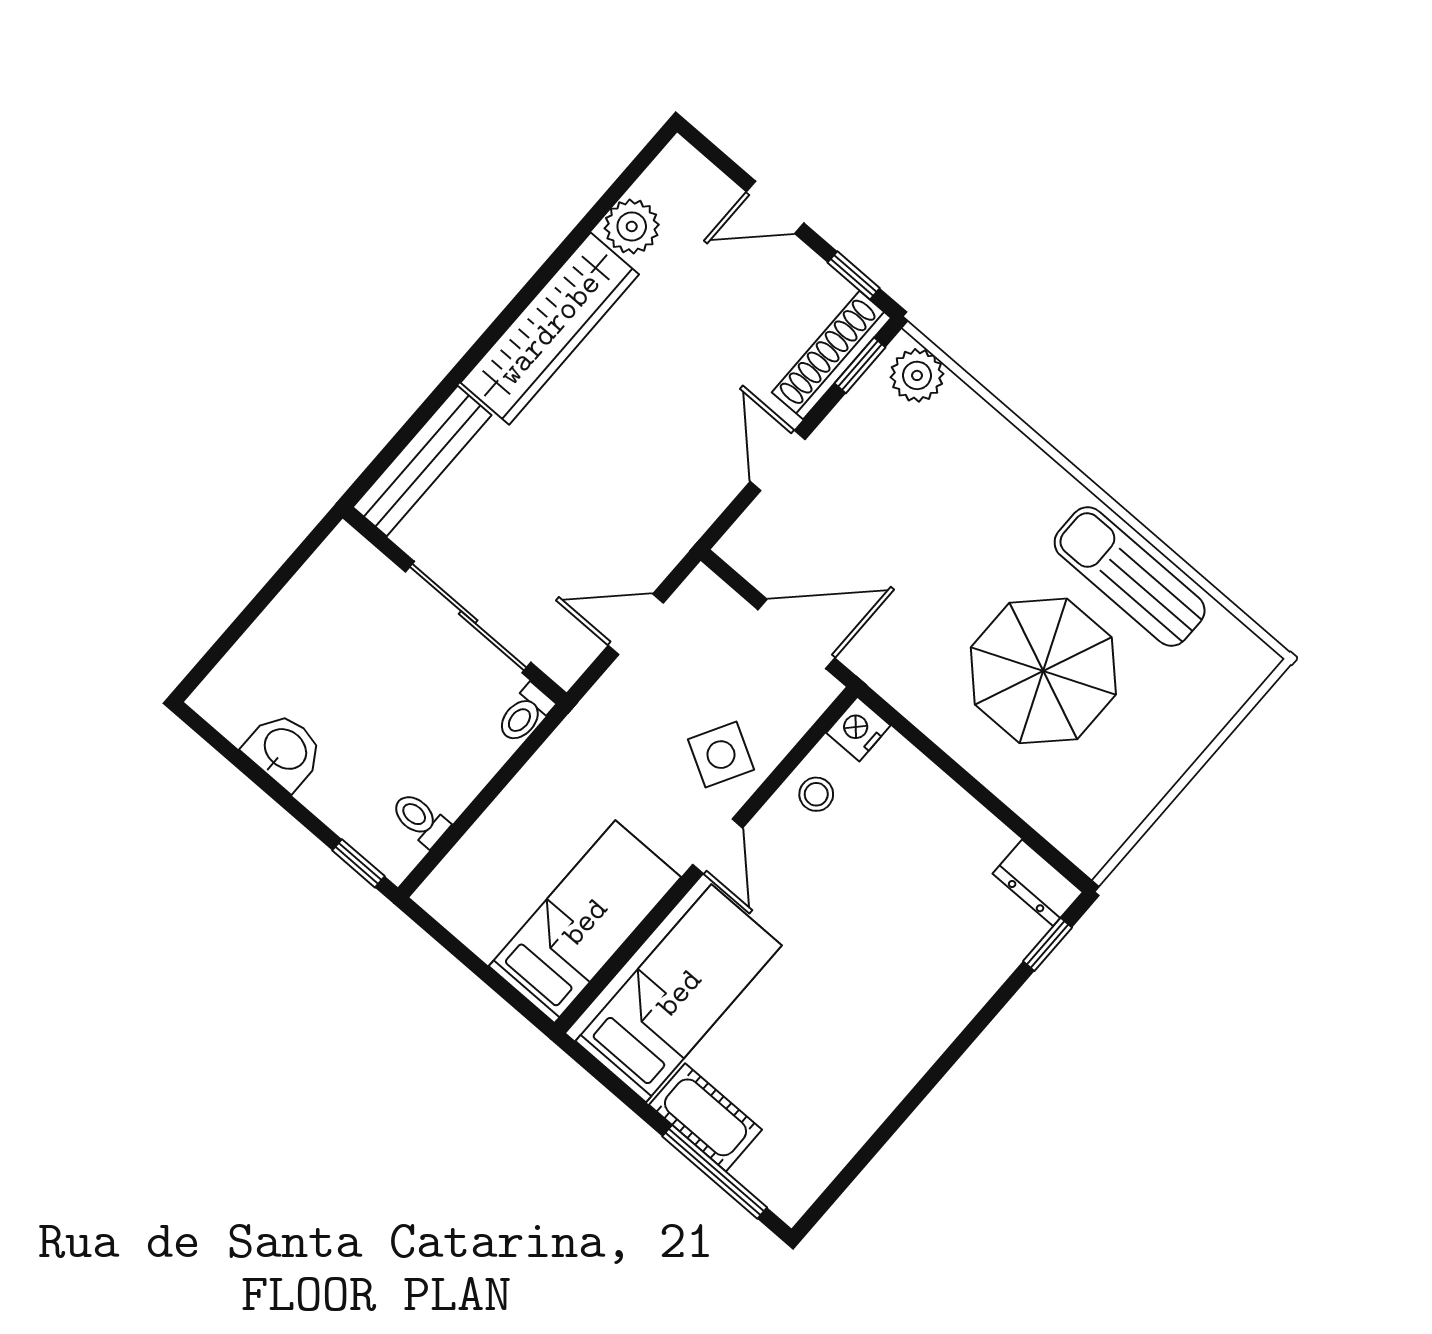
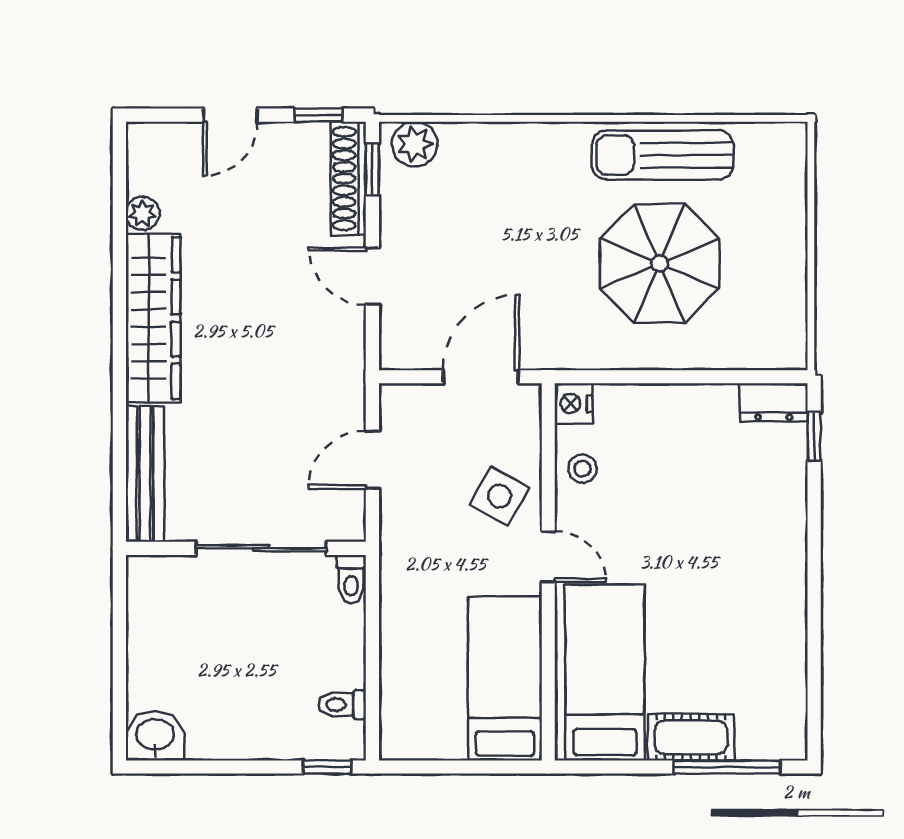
plant: (632, 226) -> (143, 213), width x0.73, depth x0.73
washbasin: (284, 750) -> (155, 736), moved

